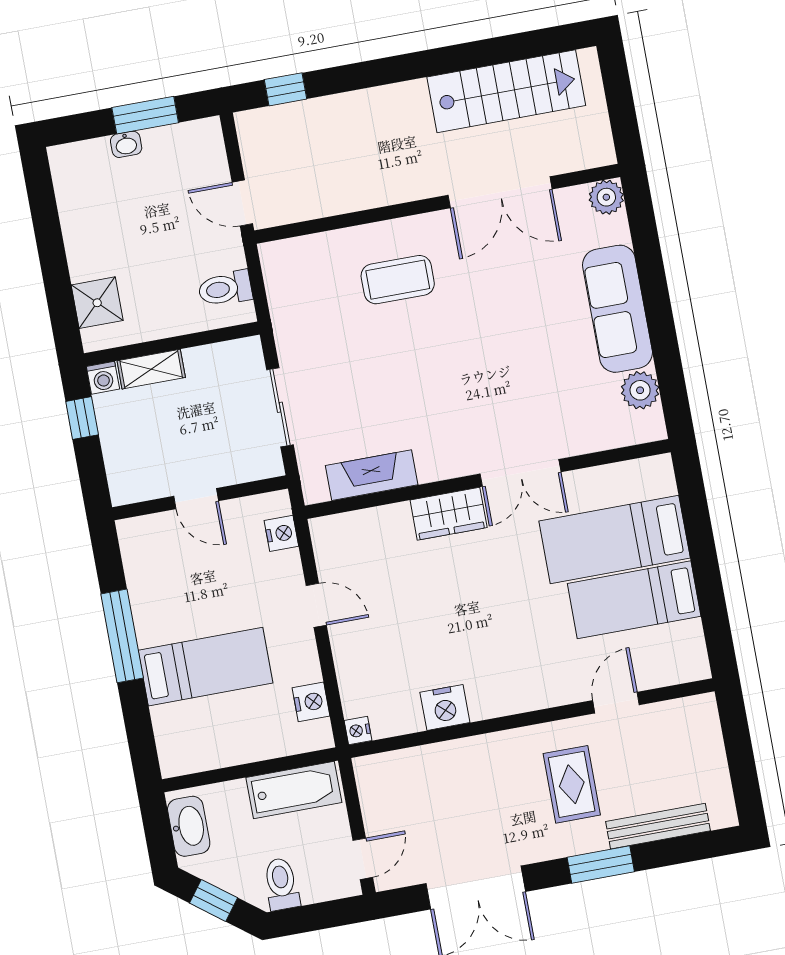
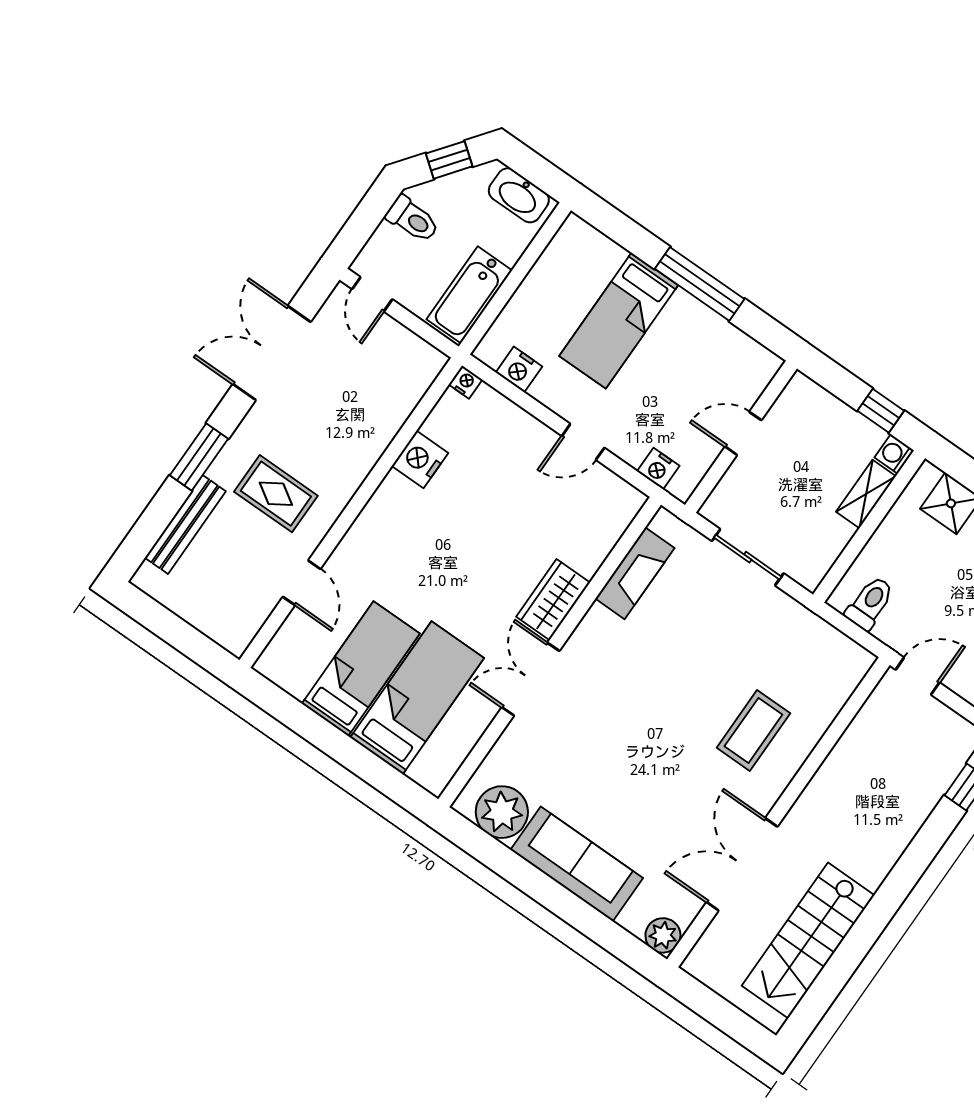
plant: (640, 390) -> (502, 812), width x1.36, depth x1.36

